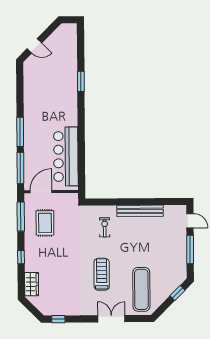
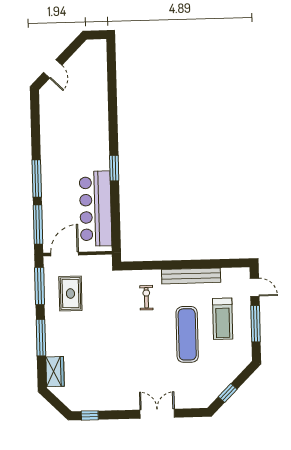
door: (34, 46) -> (53, 69), hinge flipped
window: (81, 81) -> (114, 168), moved
window: (21, 257) -> (41, 338), width x2.17
treadmill: (102, 274) -> (223, 319), moved, turned 180
exercise mat: (141, 289) -> (187, 334), moved
window: (177, 293) -> (228, 393), moved

